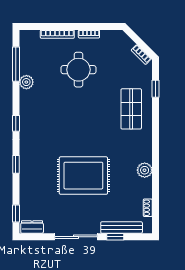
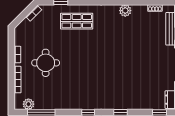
plant: (26, 82) -> (28, 104), moved
rug: (83, 176) -> (129, 59), removed

